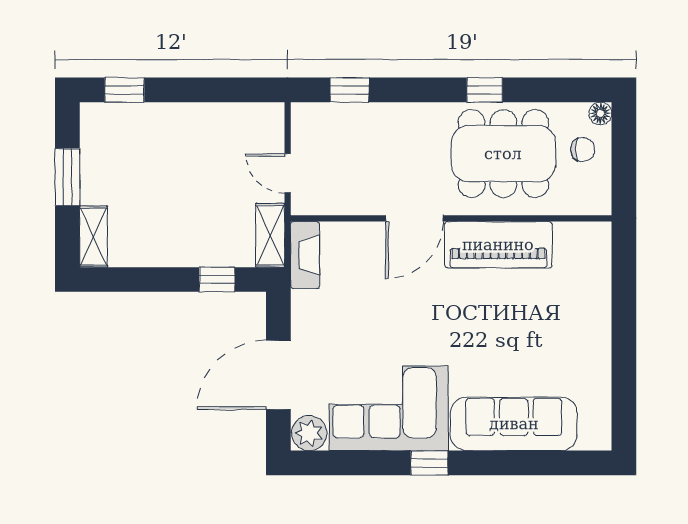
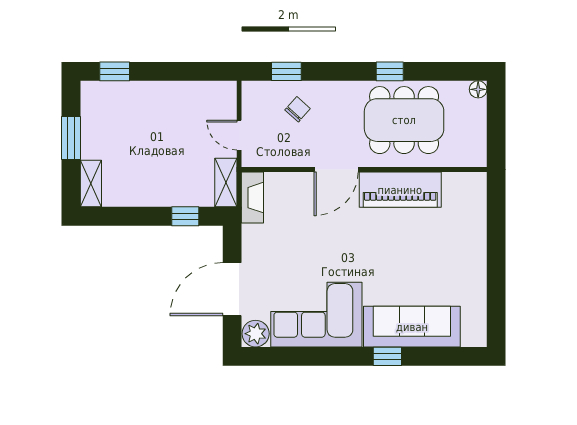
chair: (583, 150) -> (298, 109), moved, turned -48
window: (429, 463) -> (387, 356), moved

